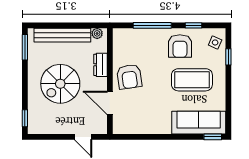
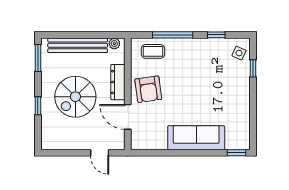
armchair: (180, 46) -> (202, 57), removed
dresser: (100, 65) -> (118, 82), width x1.44
coffee table: (192, 80) -> (153, 51), moved, width x0.54, depth x0.58
window: (25, 118) -> (38, 106), moved
sofa: (199, 123) -> (196, 138), moved

